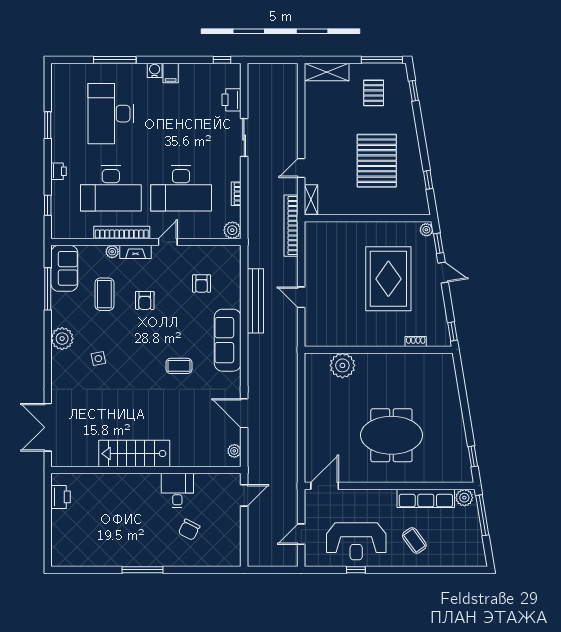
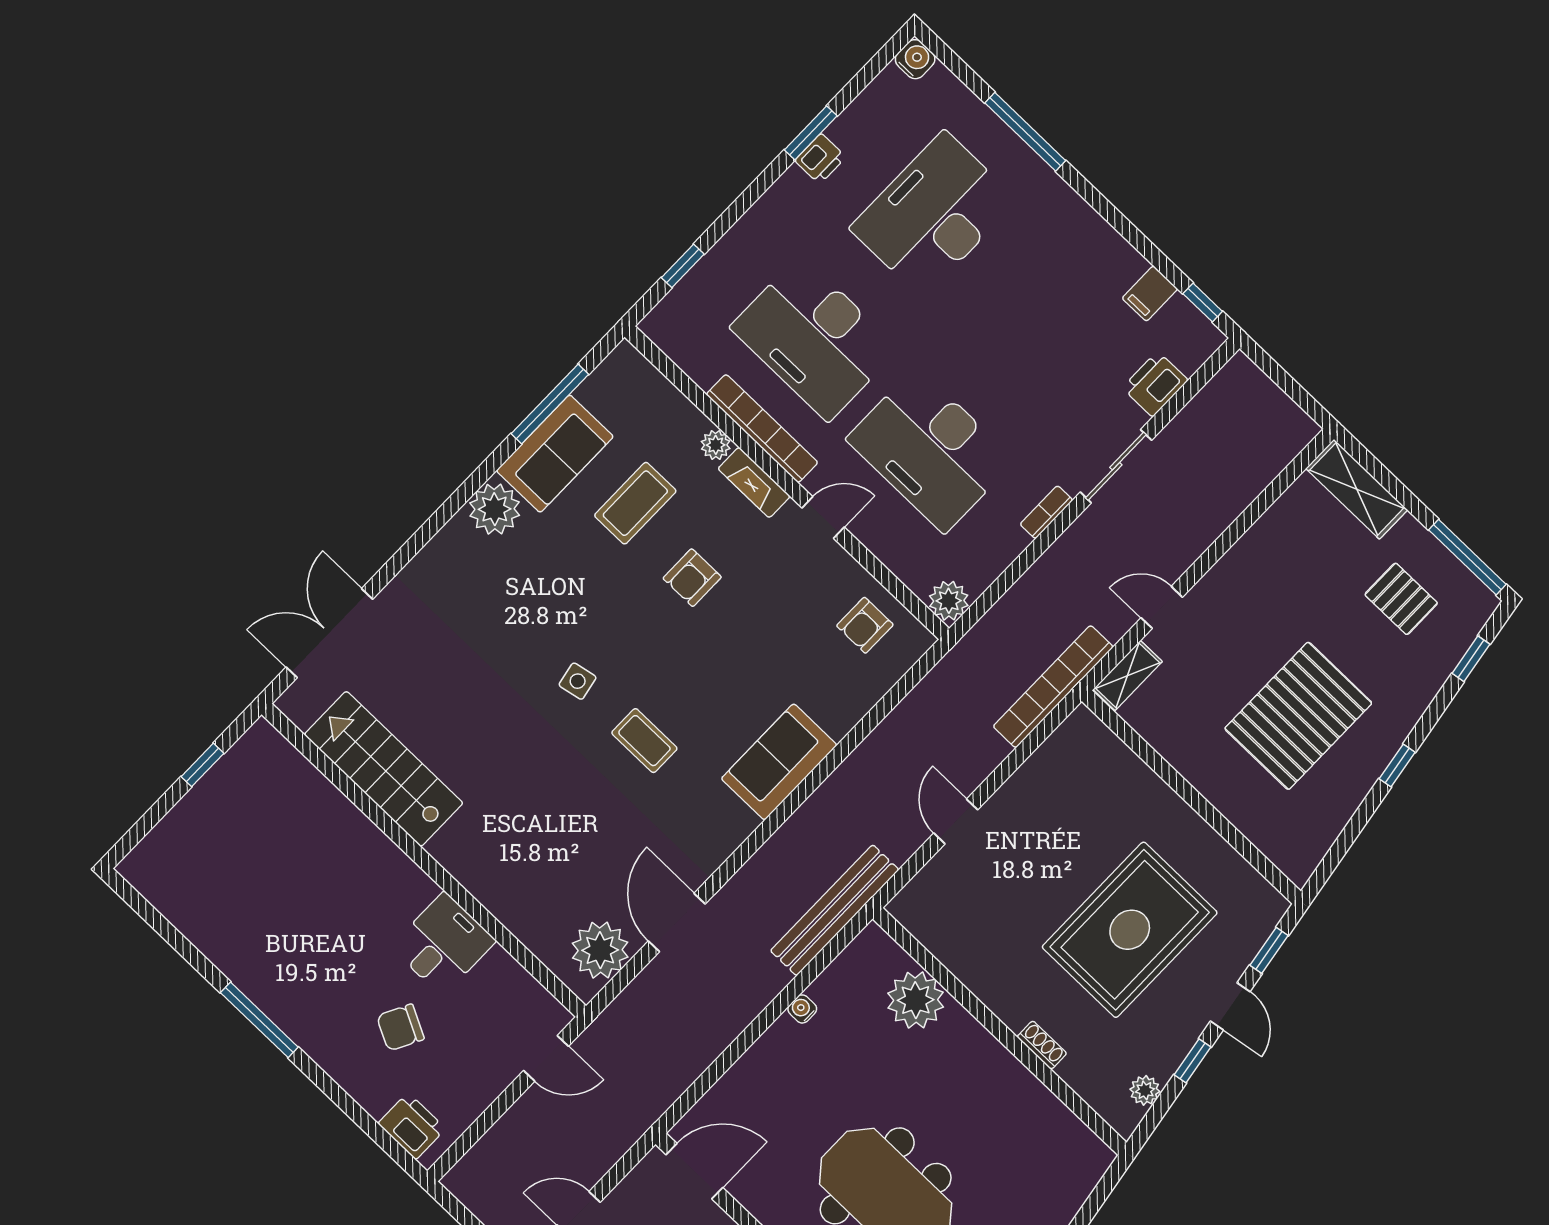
water cooler: (155, 70) -> (915, 59), moved
filing cabinet: (171, 73) -> (1150, 293), moved
pallet: (374, 93) -> (1401, 599), turned 90
printer: (59, 171) -> (820, 159), moved
window: (428, 180) -> (1397, 766), moved
bookcase: (236, 194) -> (1046, 512), moved
plant: (426, 230) -> (1145, 1090), moved
sofa: (64, 268) -> (555, 454), moved
armchair: (201, 283) -> (865, 625), moved
bench: (255, 301) -> (835, 910), moved
window: (453, 331) -> (1192, 1061), moved
sofa: (228, 340) -> (779, 762), width x0.73
shoe rack: (416, 341) -> (1042, 1045), moved
side table: (98, 359) -> (578, 681), moved
water cooler: (310, 402) -> (802, 1009), added
plant: (234, 451) -> (600, 950), width x1.88, depth x1.88
stairs: (134, 454) -> (384, 769), moved
printer: (60, 497) -> (412, 1126), moved, turned -90
window: (48, 507) -> (203, 765), added

